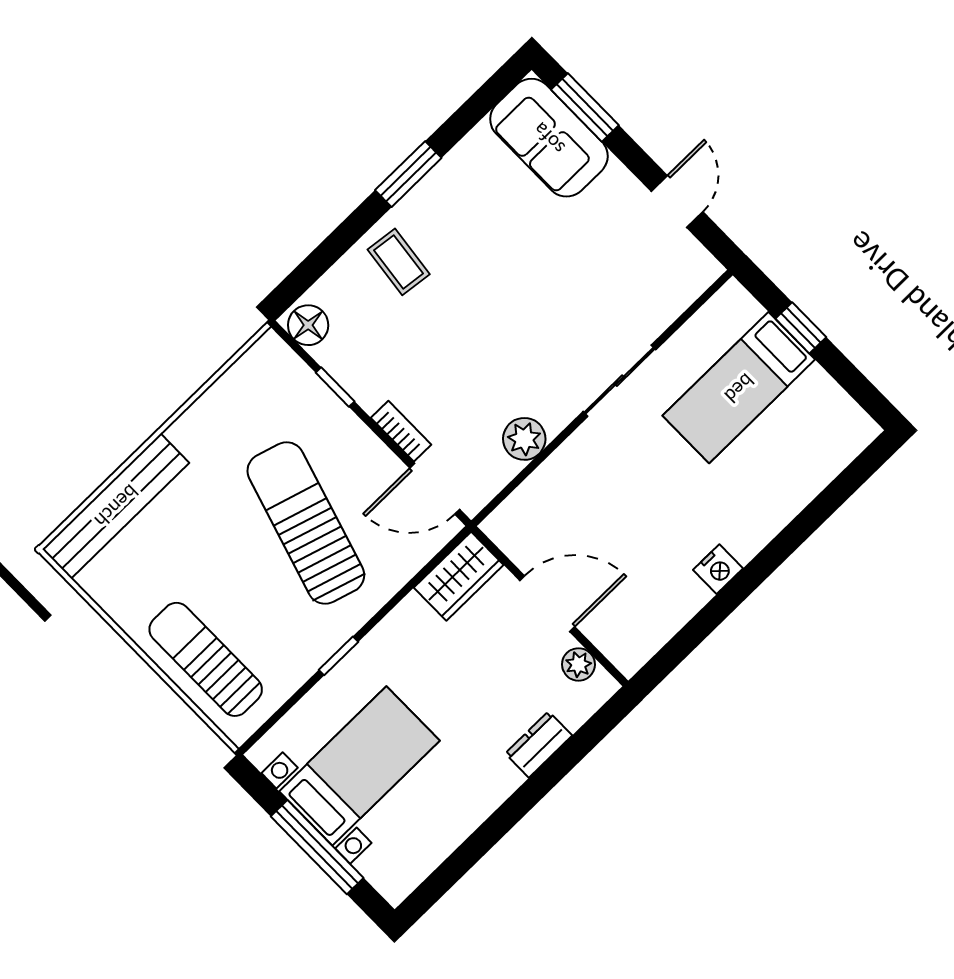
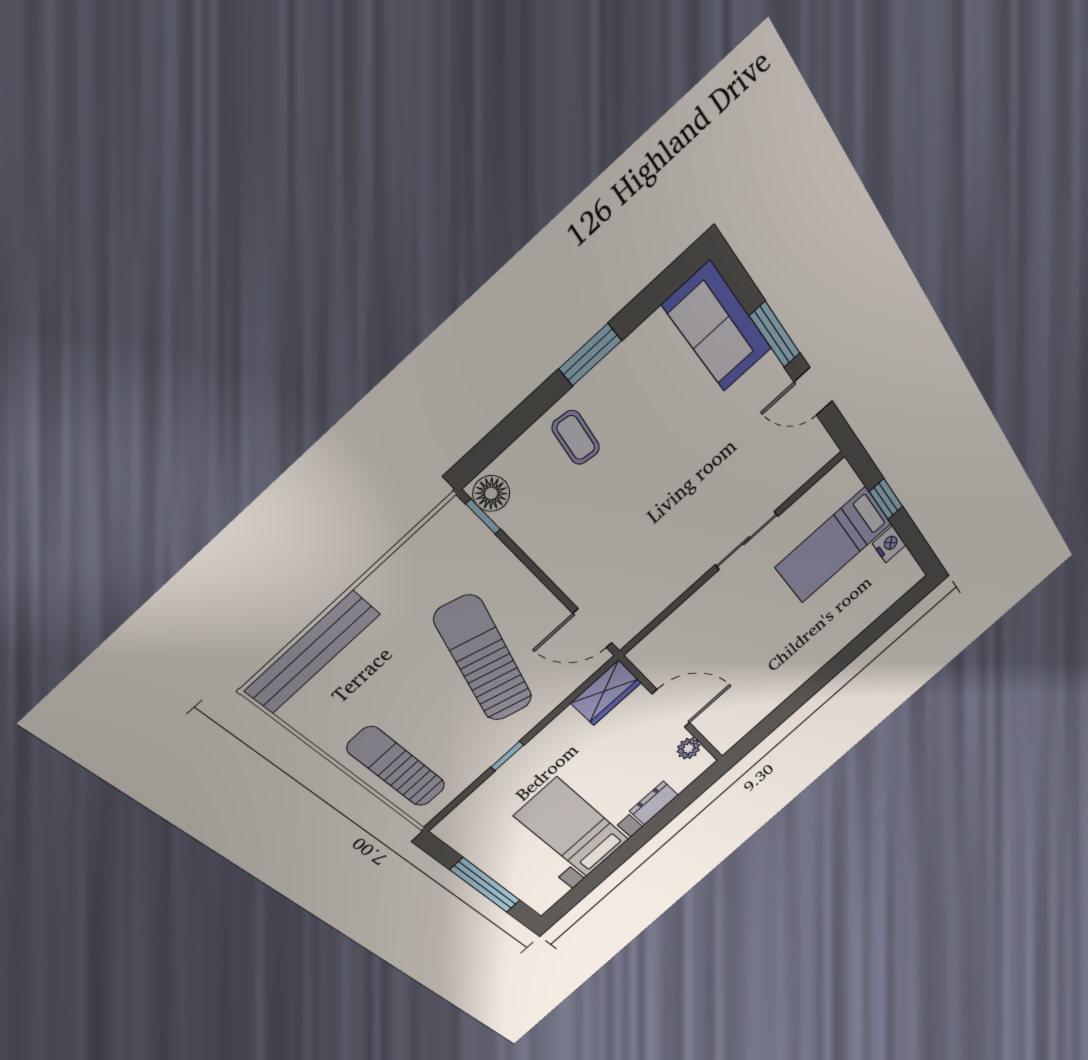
window: (585, 107) -> (775, 335), moved
door: (677, 202) -> (813, 391), swing flipped
window: (335, 387) -> (483, 517), moved
bookcase: (401, 431) -> (568, 583), removed
plant: (524, 439) -> (667, 587), removed
nightstand: (718, 569) -> (889, 544), moved, turned -90
bed with nightstands: (359, 766) -> (572, 828), moved, turned -90

